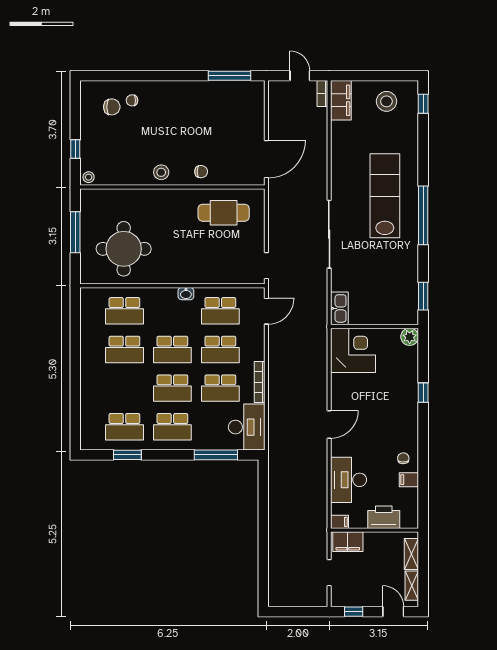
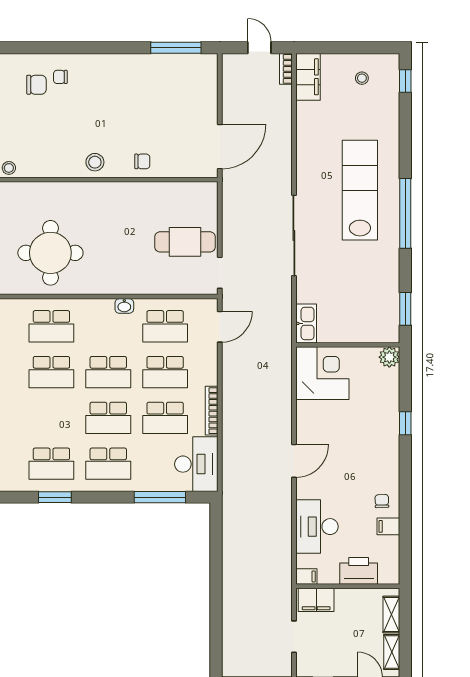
stool: (386, 101) -> (362, 78), width x0.53, depth x0.53
cafe table: (224, 213) -> (185, 242), moved

